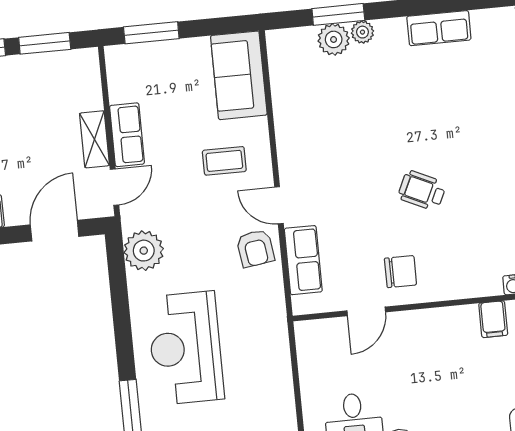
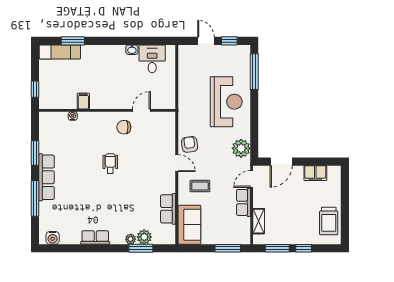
shelving: (94, 139) -> (259, 221), moved
wheelchair: (422, 191) -> (110, 163), turned -115
row of seats: (303, 260) -> (168, 209), moved

